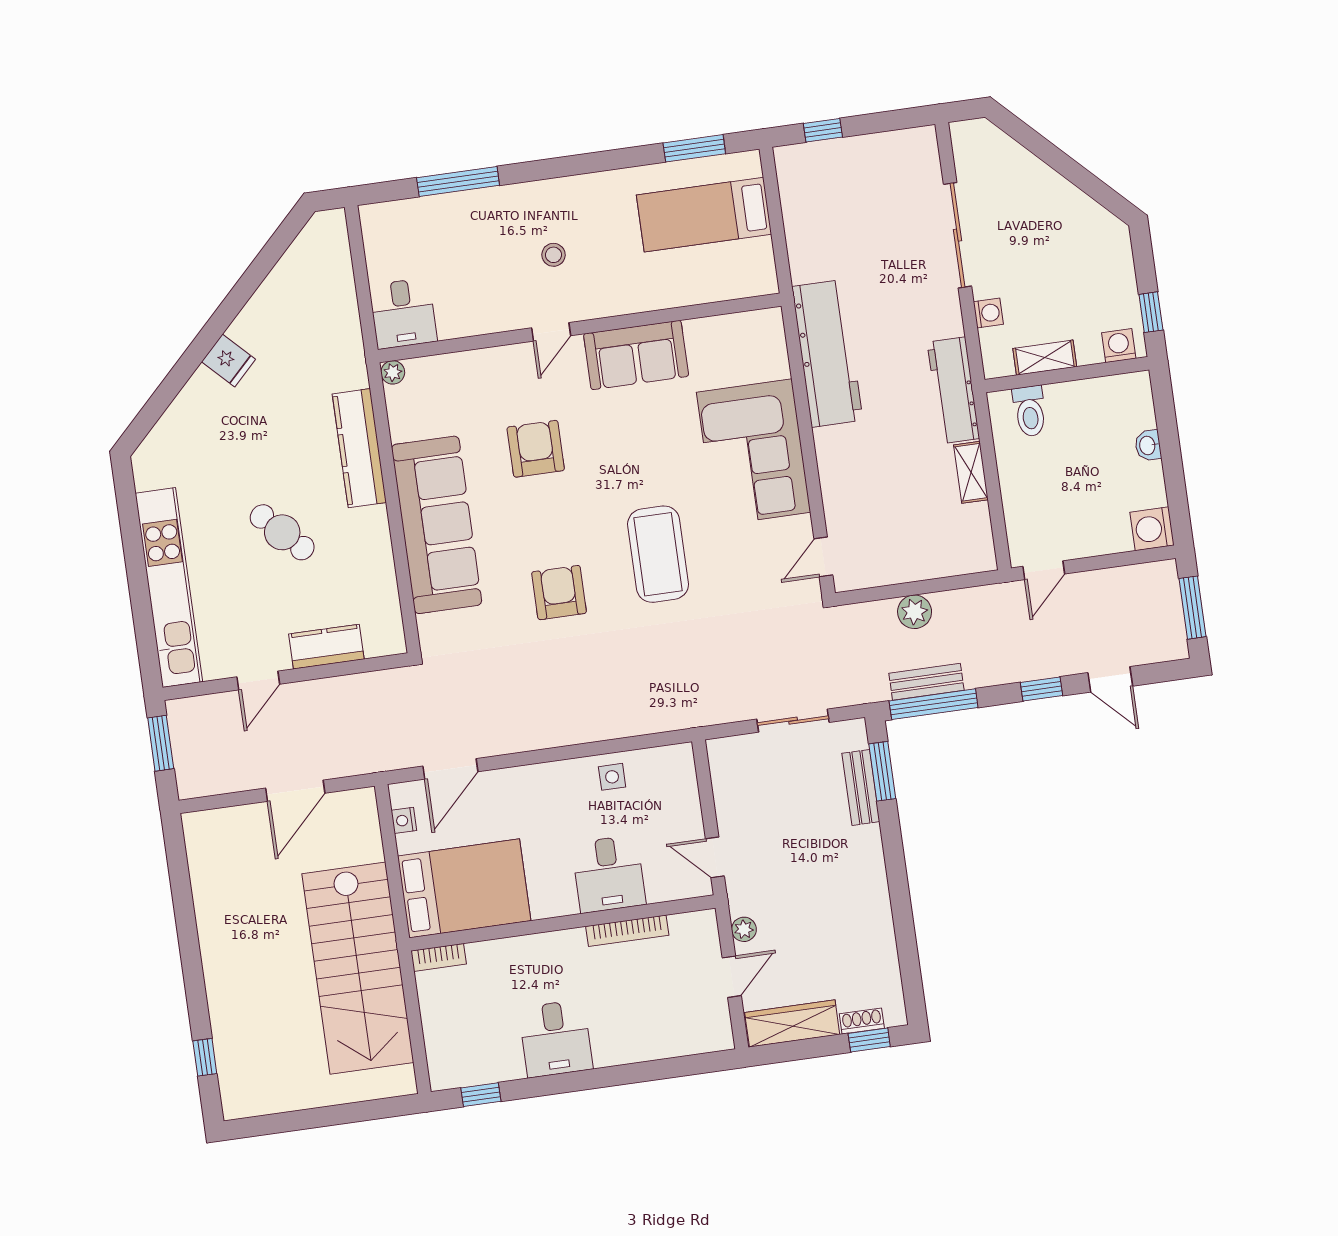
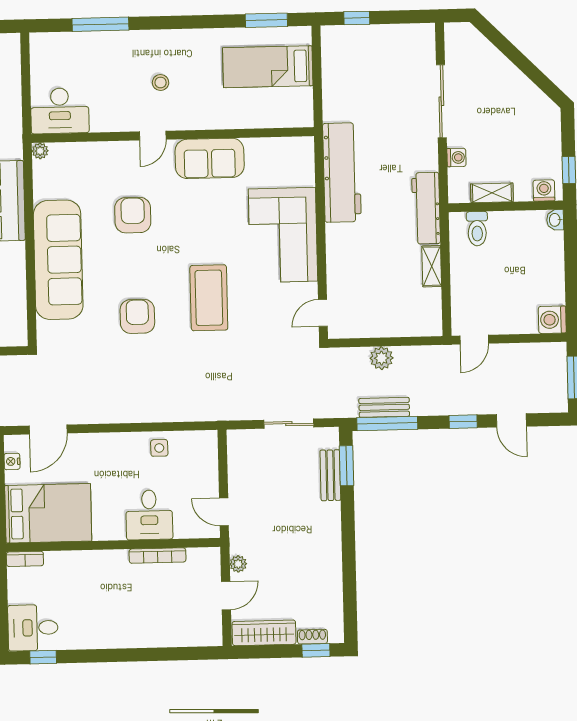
desk: (403, 313) -> (60, 111), width x1.37
washbasin: (1148, 445) -> (555, 220), moved
desk: (556, 1039) -> (33, 628), moved, turned 90

